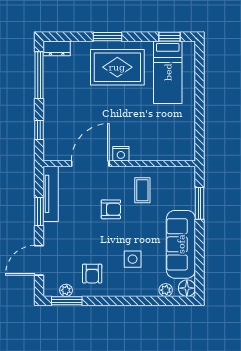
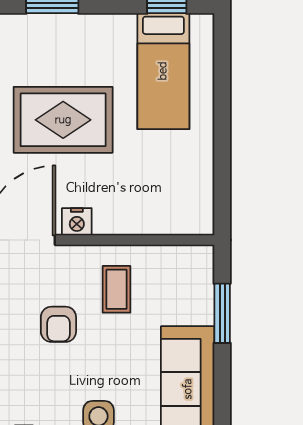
rug: (117, 67) -> (63, 120), moved
armchair: (111, 209) -> (58, 324), turned 90

